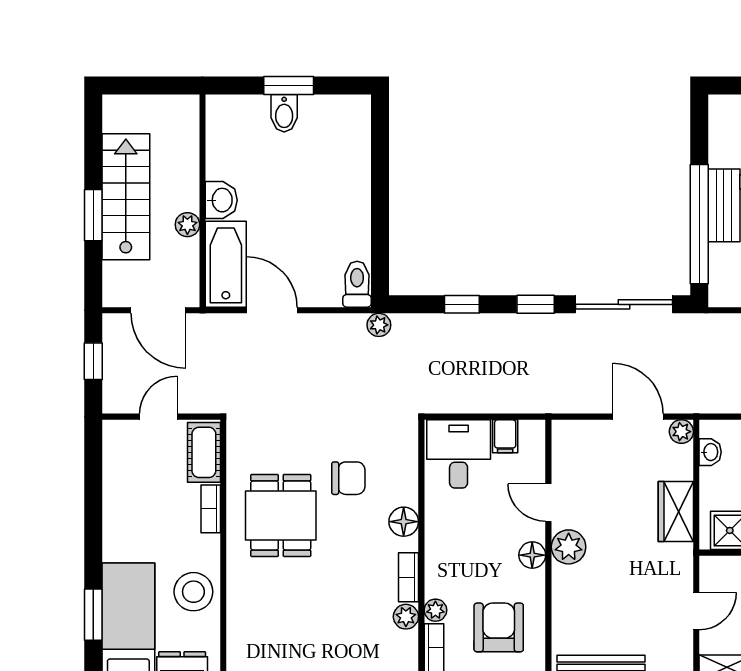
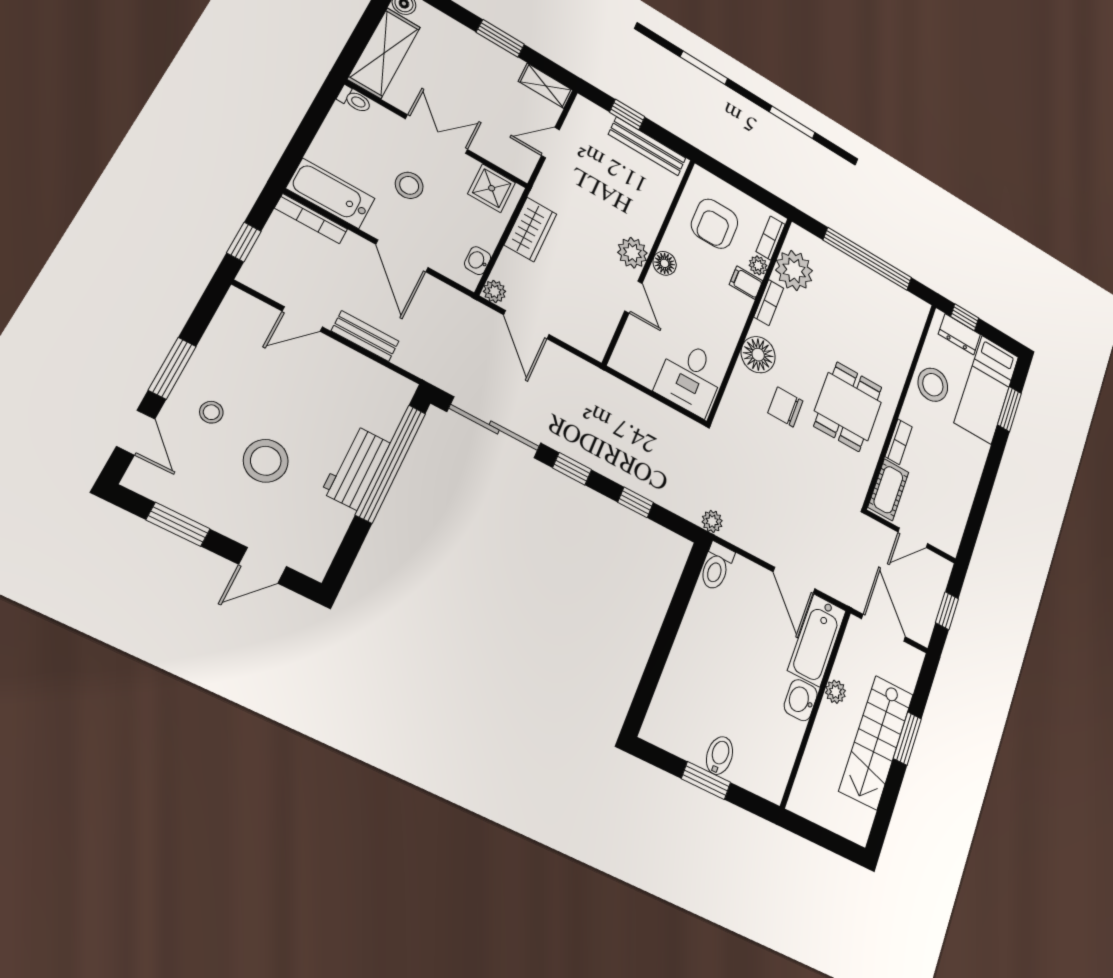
filing cabinet: (505, 436) -> (746, 283), moved, turned -90
floor lamp: (404, 522) -> (758, 355), width x1.38, depth x1.38
plant: (406, 617) -> (794, 270), width x1.88, depth x1.88

